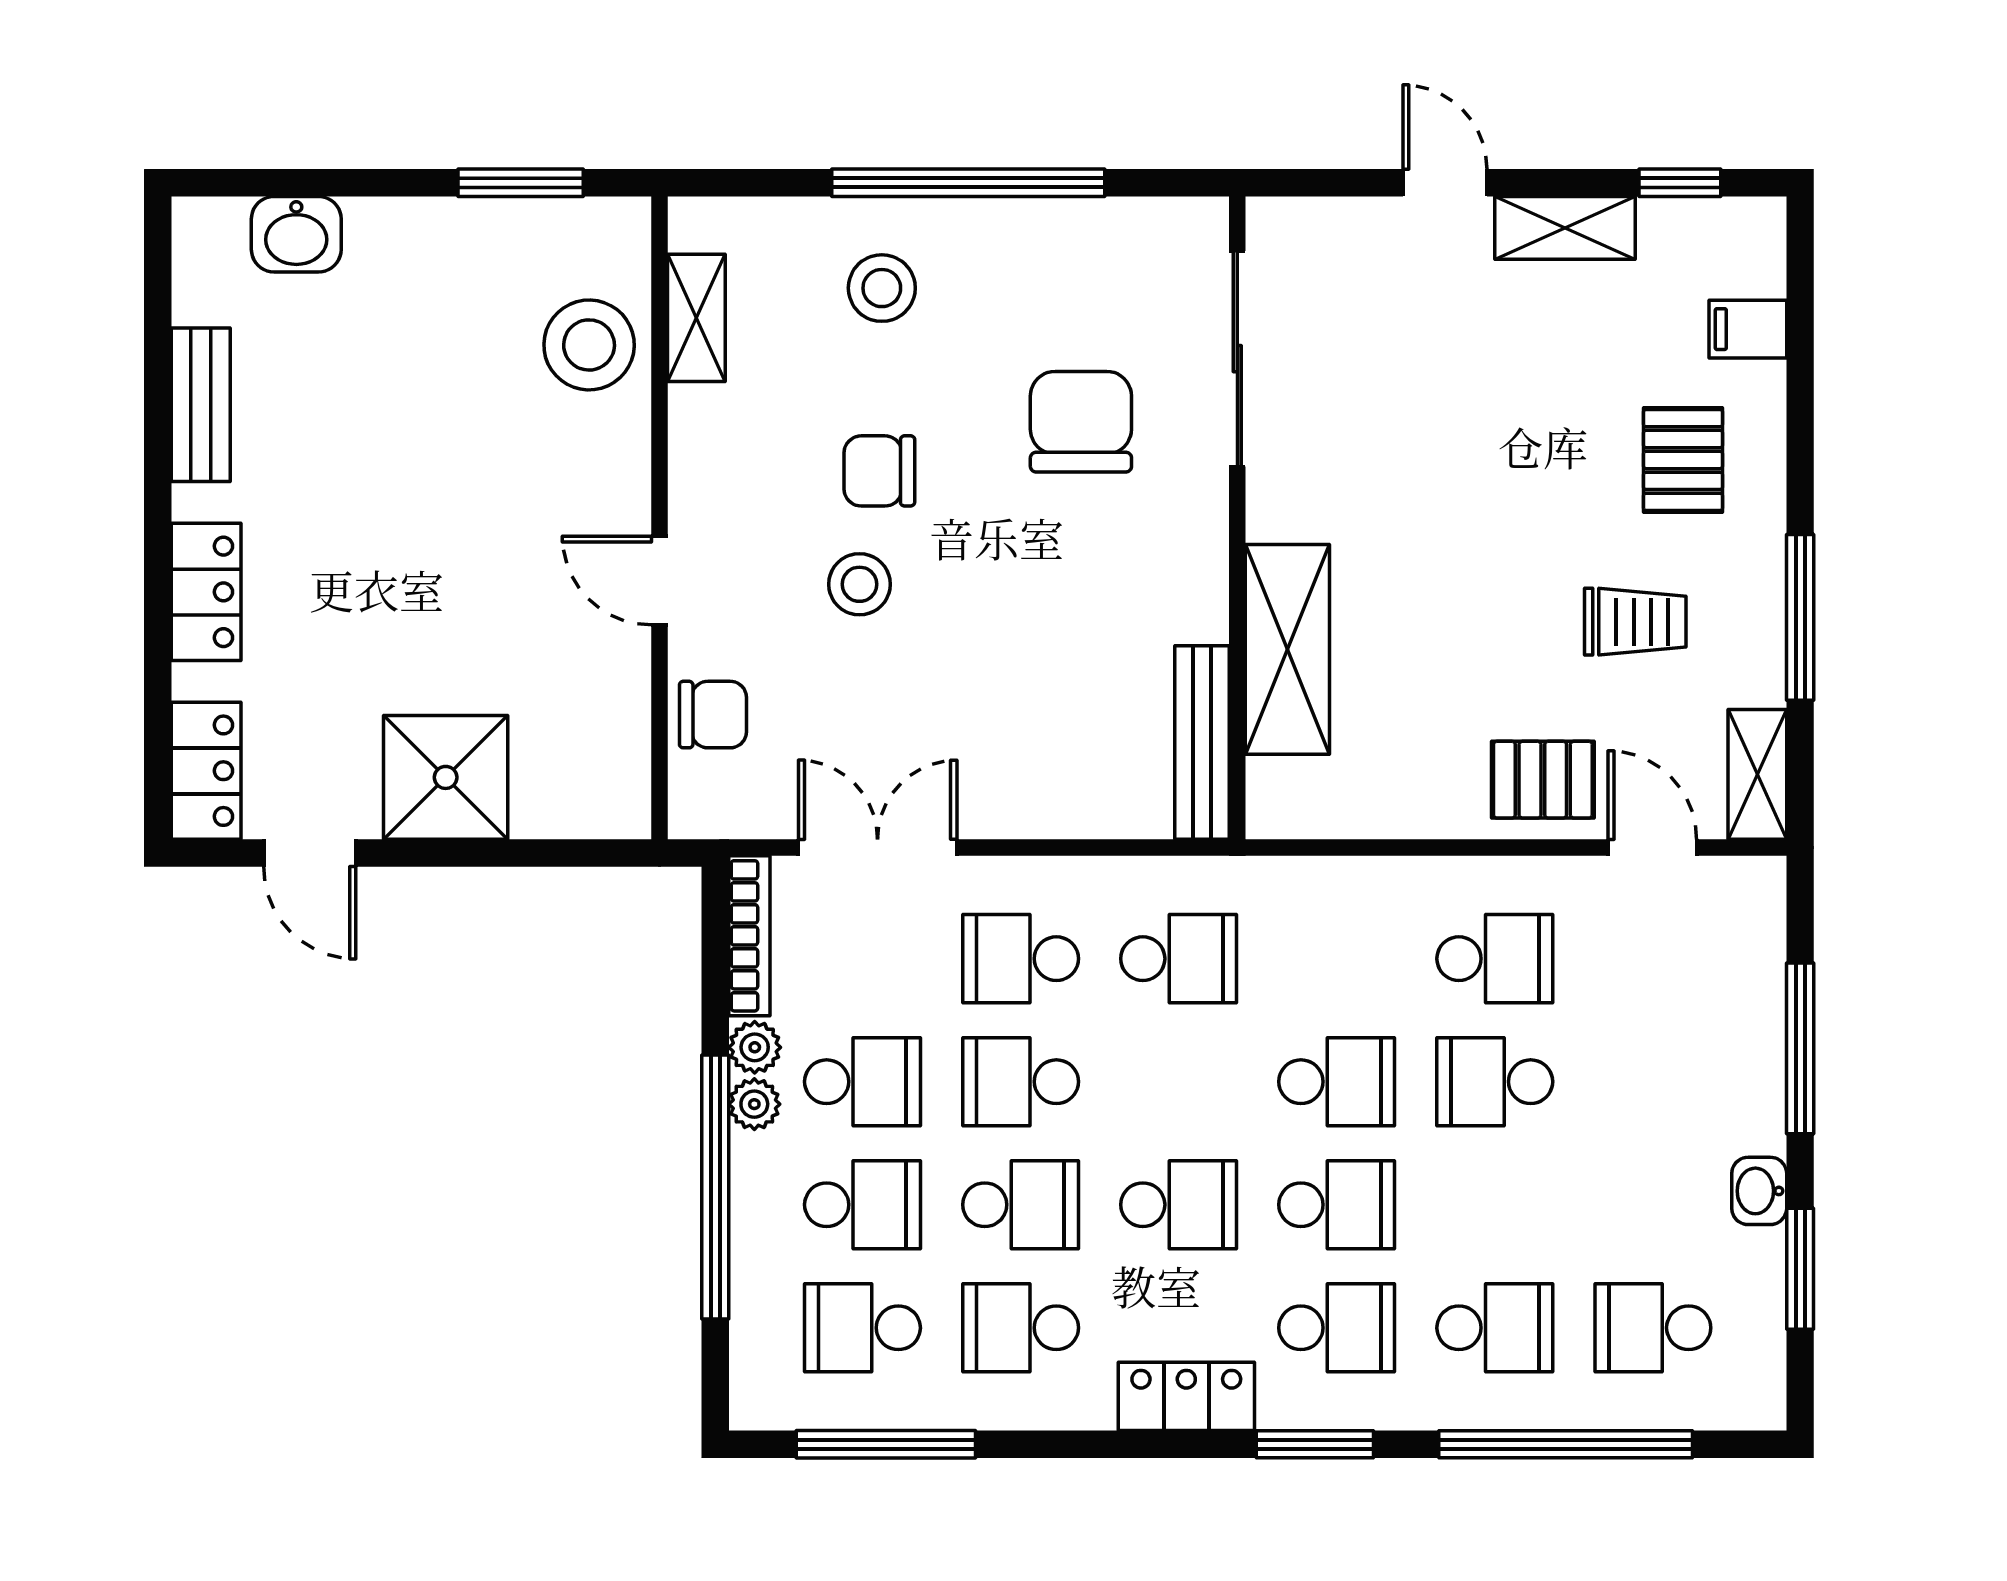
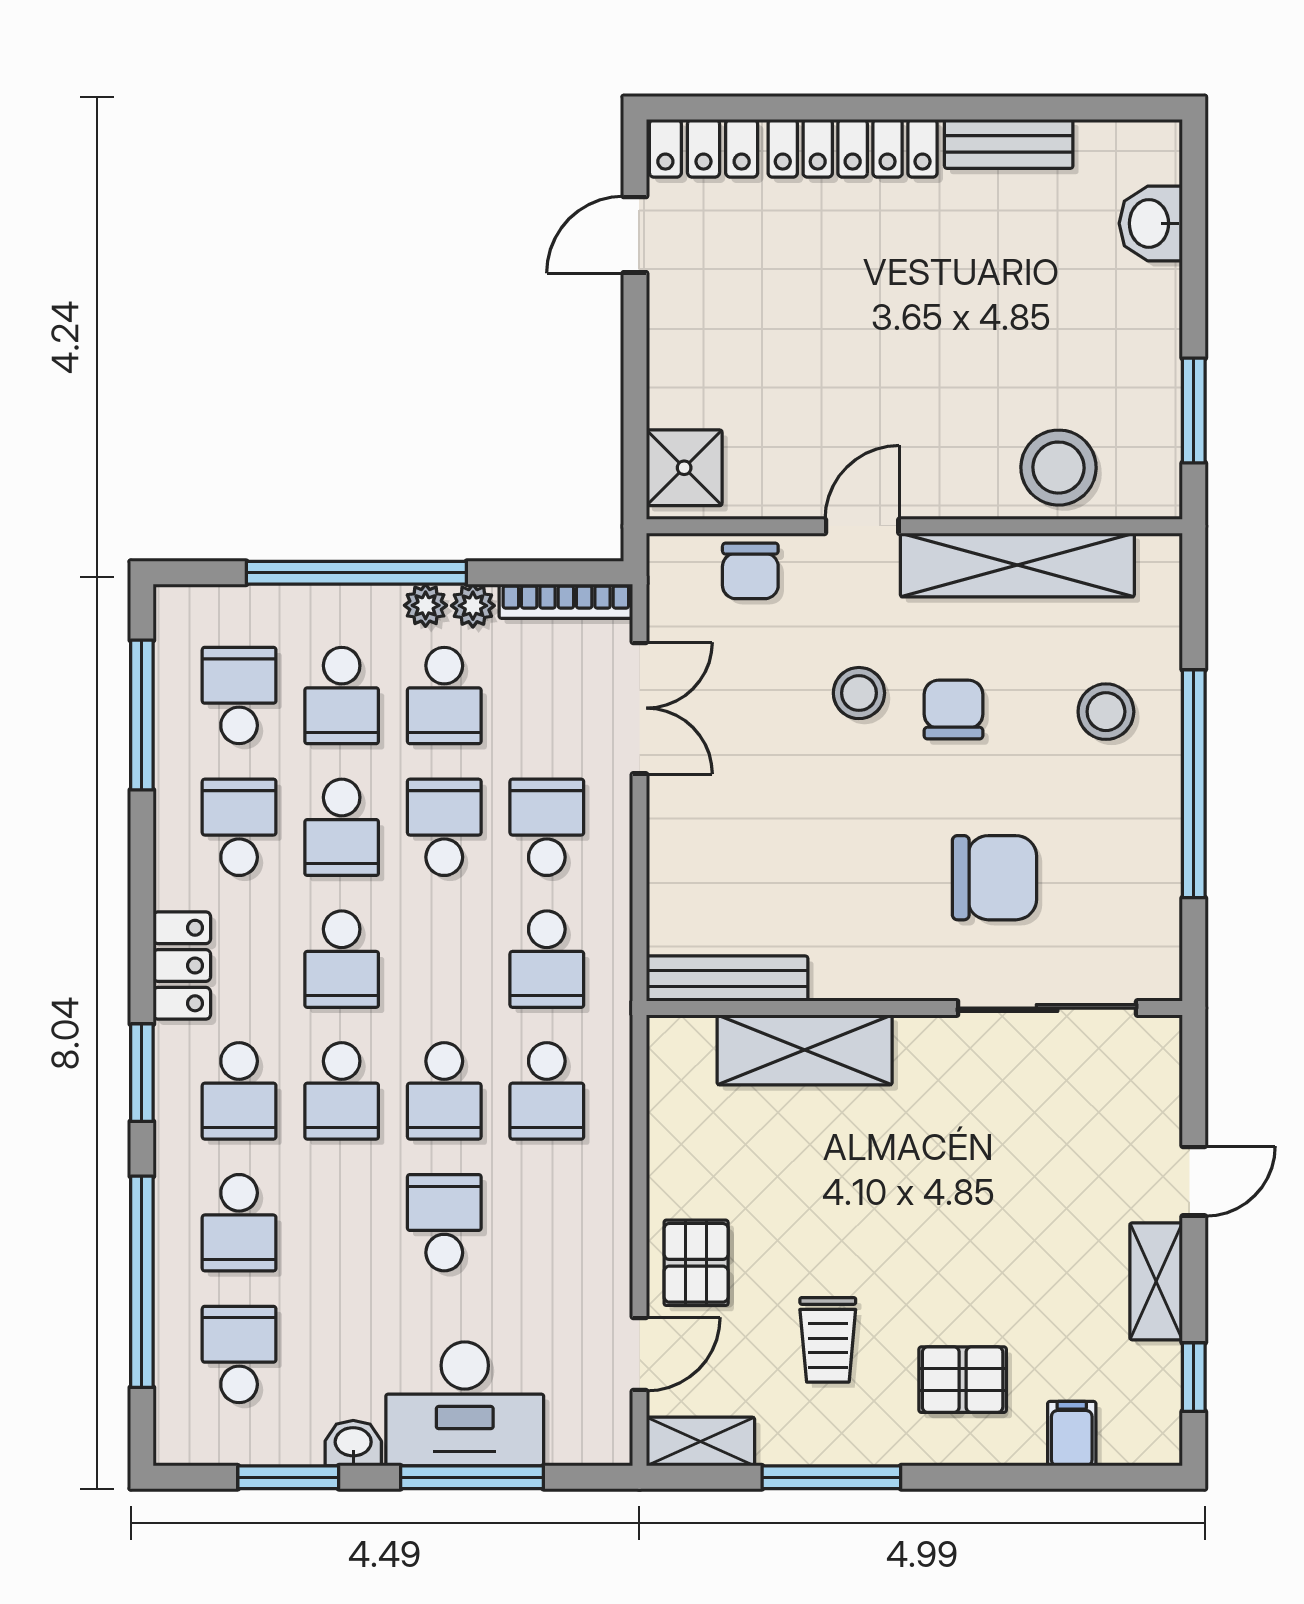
shelving: (696, 318) -> (1017, 565), width x2.20, depth x1.33
locker: (206, 592) -> (853, 148), width x1.53
shower: (446, 777) -> (684, 468), moved, width x0.73, depth x0.73
school desk: (1495, 959) -> (547, 1091), moved
desk: (1712, 1057) -> (465, 1404), added

